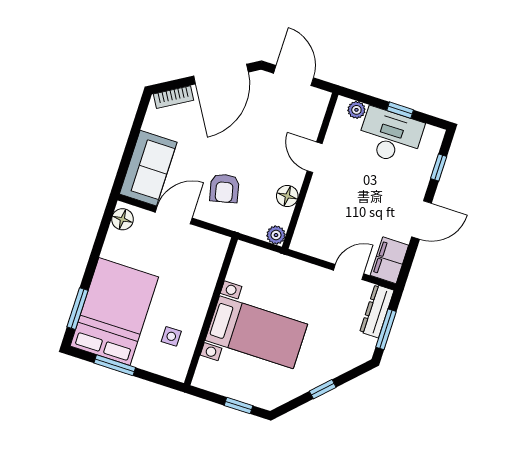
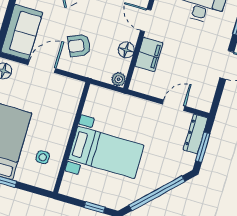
armchair: (224, 188) -> (79, 46), turned 79
filing cabinet: (389, 260) -> (149, 55), moved, turned 180
window: (323, 389) -> (157, 193), width x3.17

